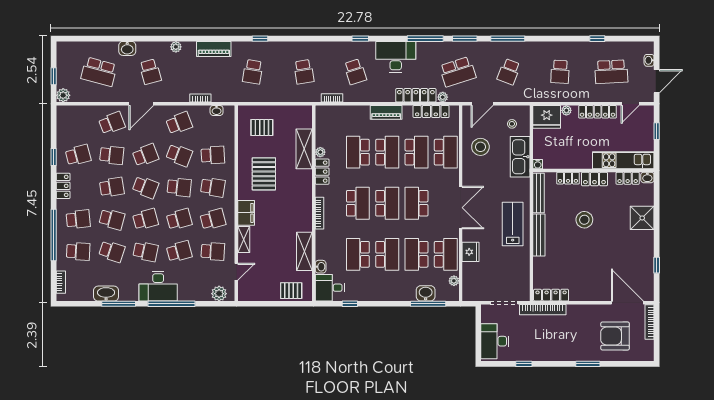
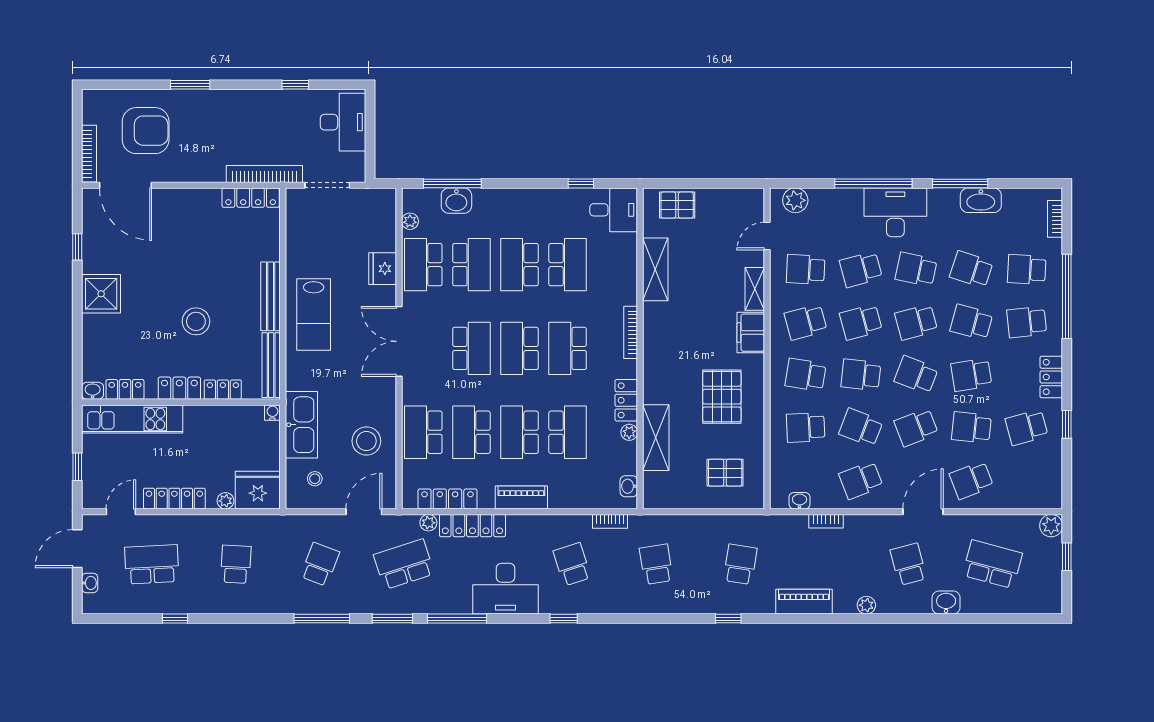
shower: (642, 218) -> (101, 294), moved
washbasin: (321, 267) -> (629, 486), moved

